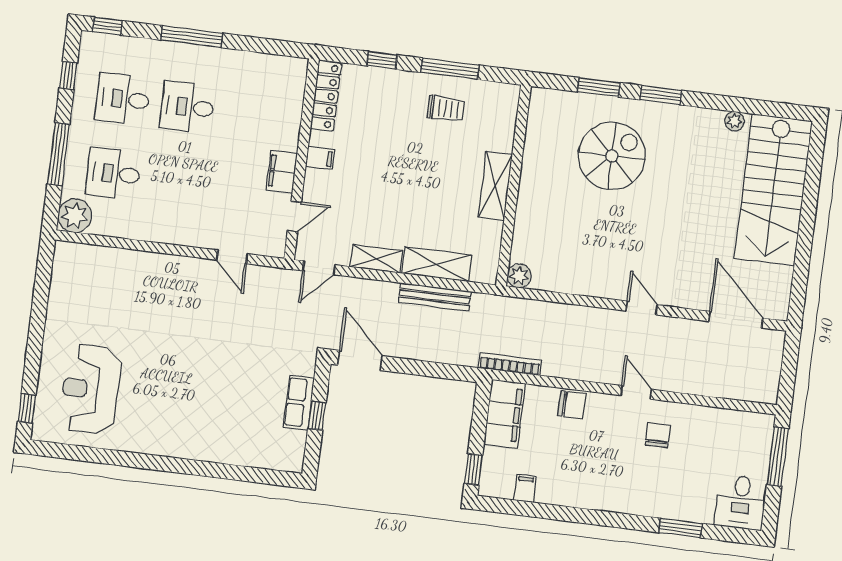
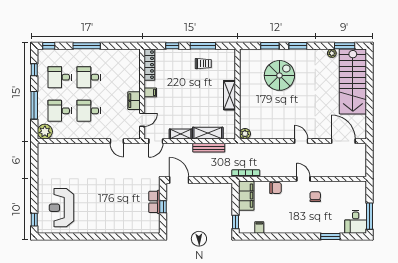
window: (765, 108) -> (345, 46), added
desk: (178, 182) -> (89, 111), added
window: (778, 457) -> (370, 216), moved

